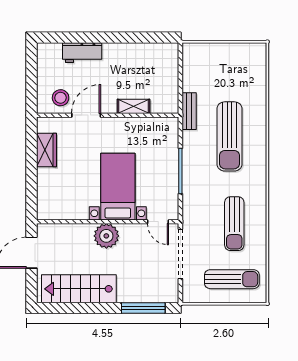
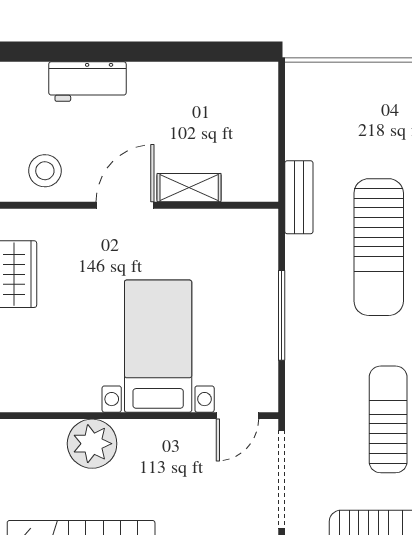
door: (86, 115) -> (125, 205), moved
door: (158, 222) -> (237, 416), hinge flipped
sun lounger: (234, 224) -> (388, 419), turned 180
plant: (106, 236) -> (92, 444), moved

